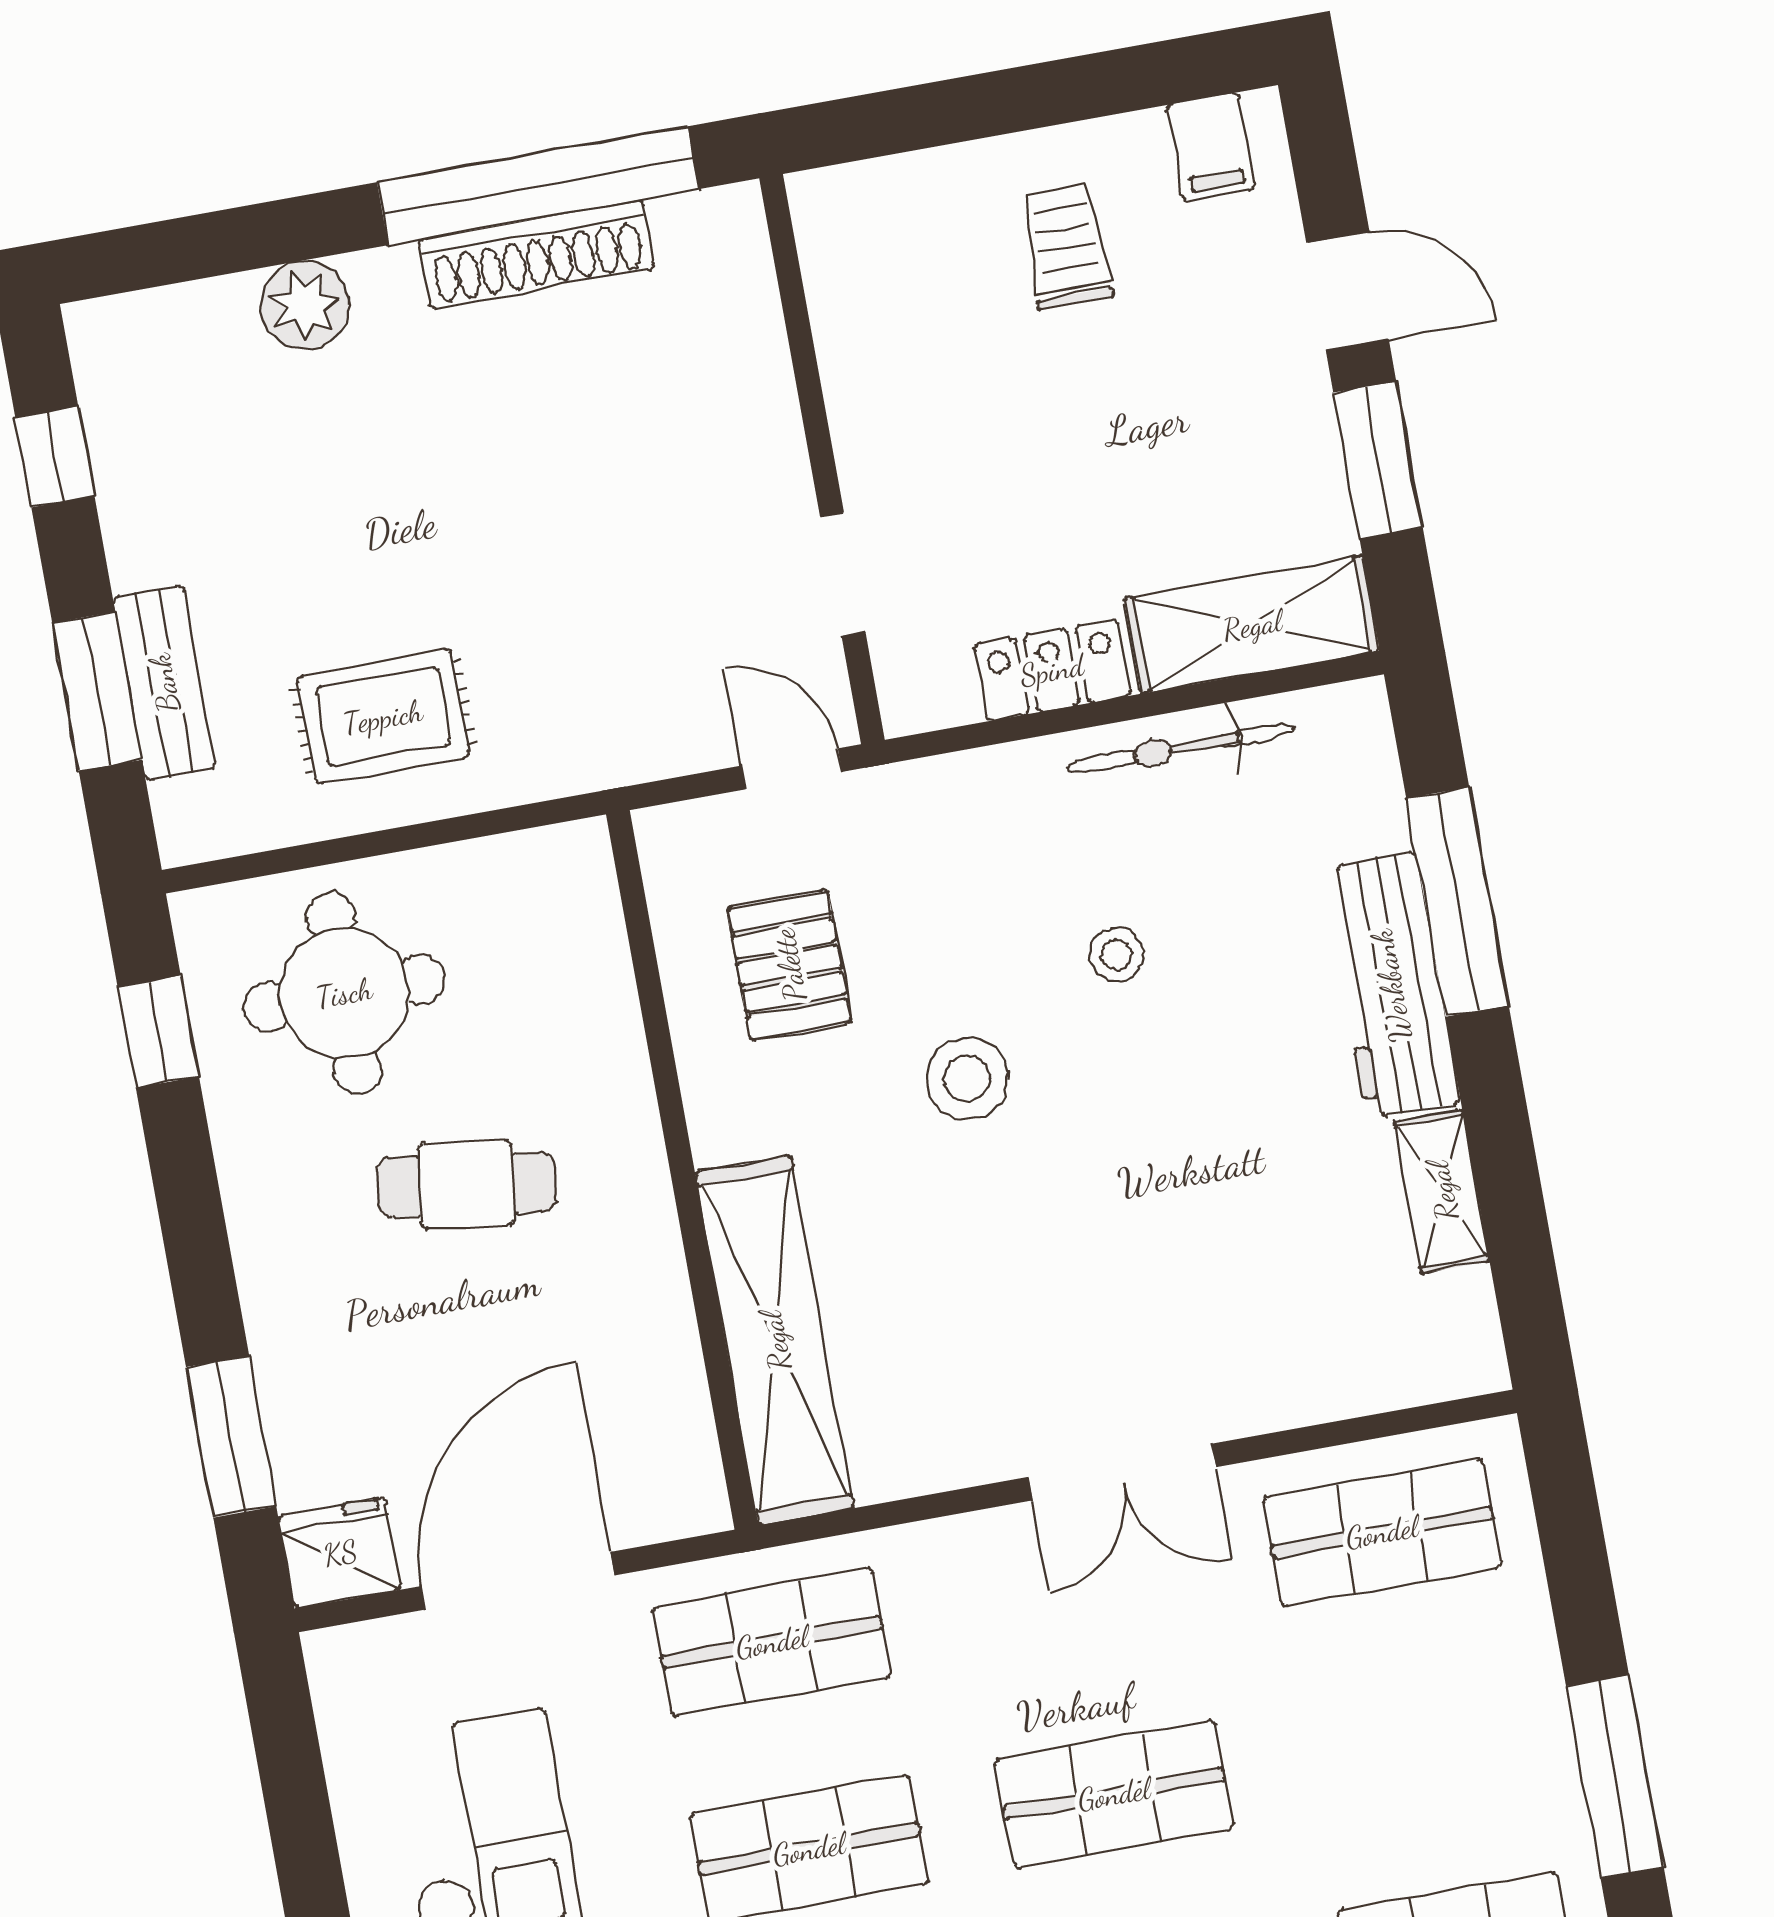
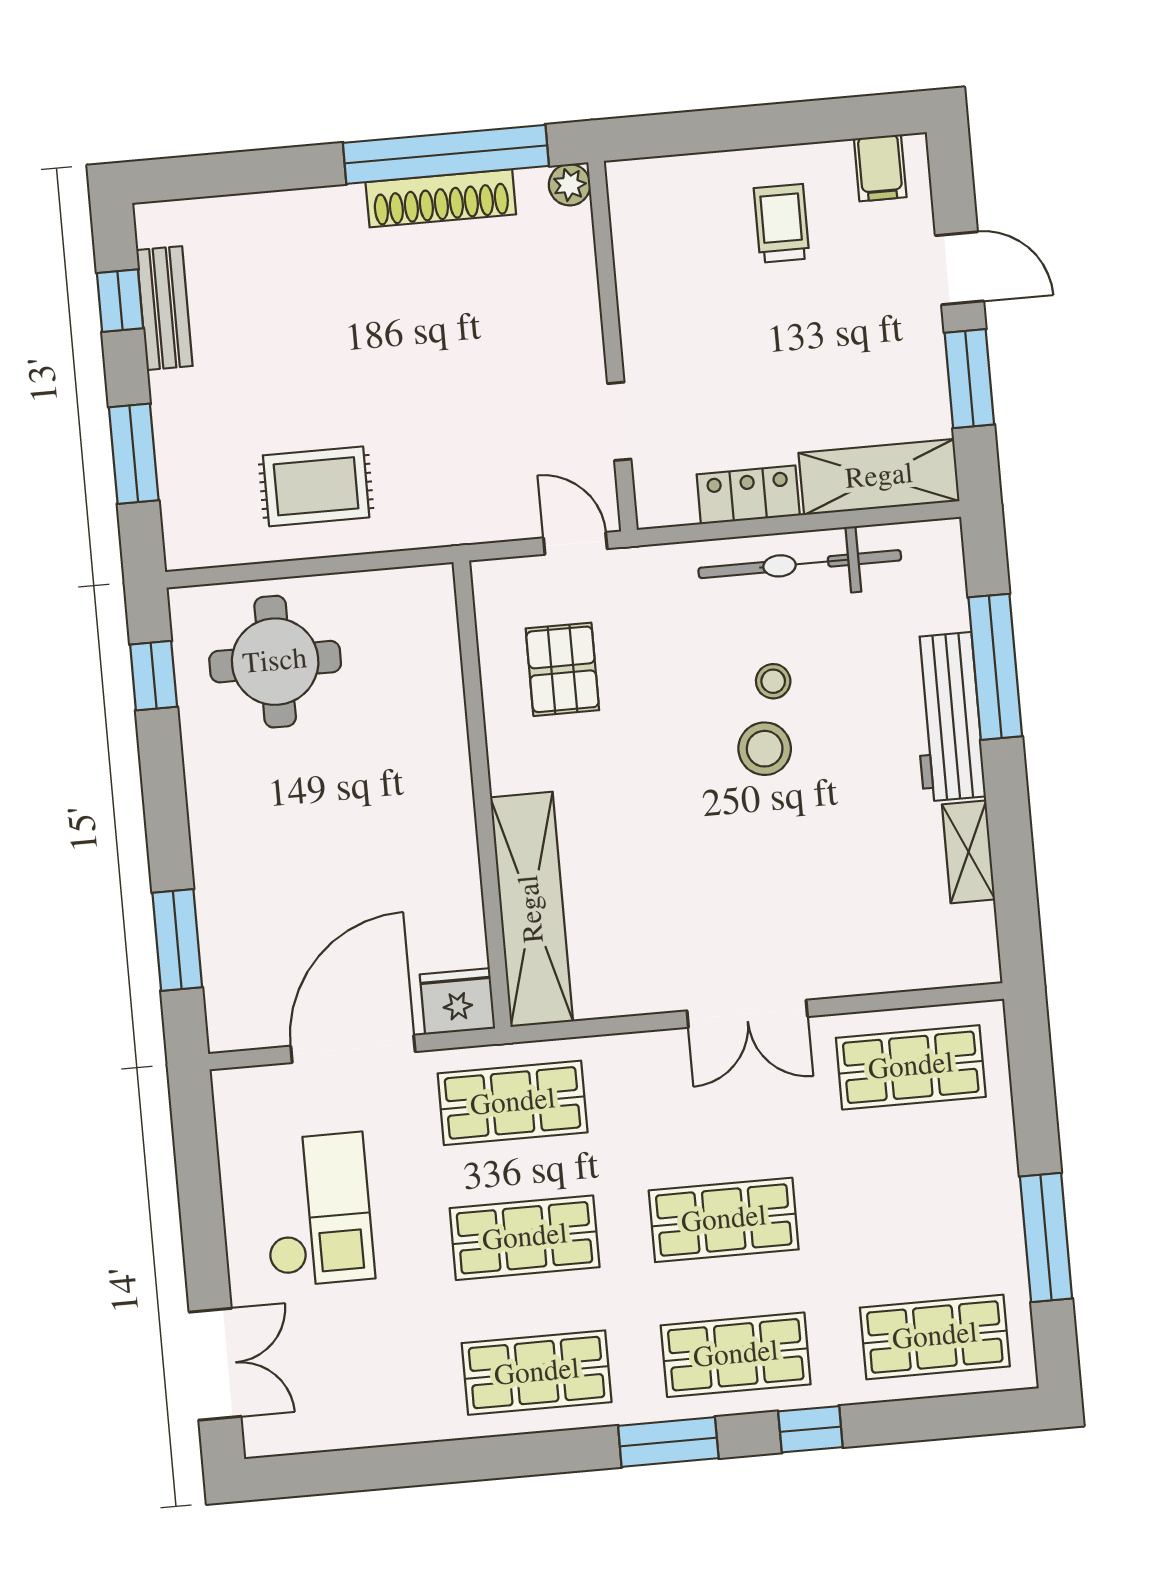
plant: (305, 305) -> (570, 185), moved, width x0.73, depth x0.73
bench: (164, 683) -> (165, 308), moved
bicycle: (1180, 748) -> (800, 564), width x1.37, depth x1.40
stool: (967, 1079) -> (765, 749), moved
cafe table: (466, 1184) -> (343, 791), removed
fridge: (340, 1553) -> (457, 1001), moved

